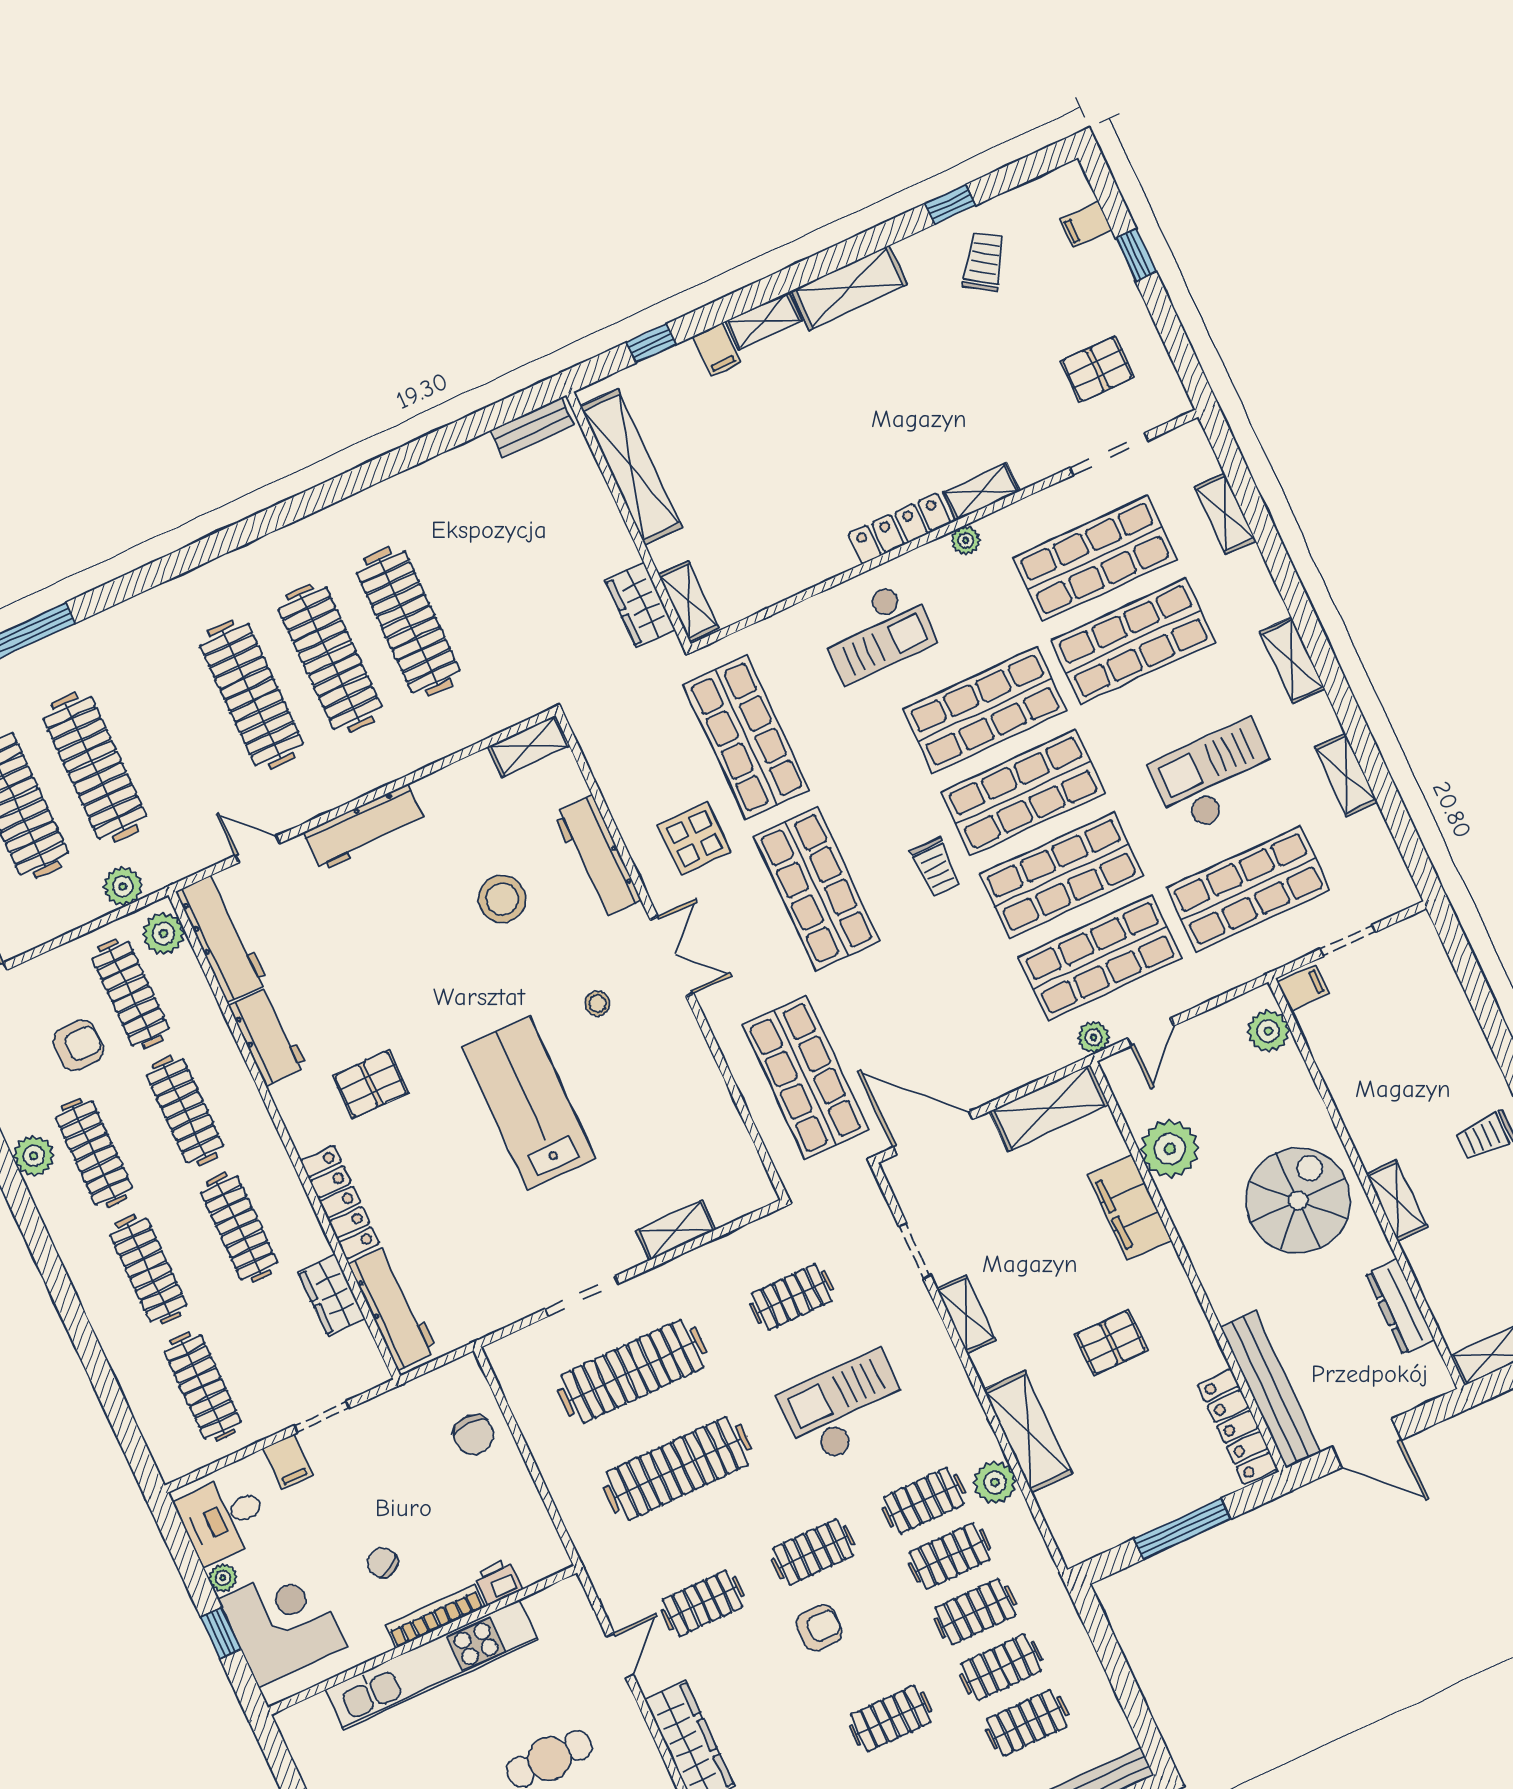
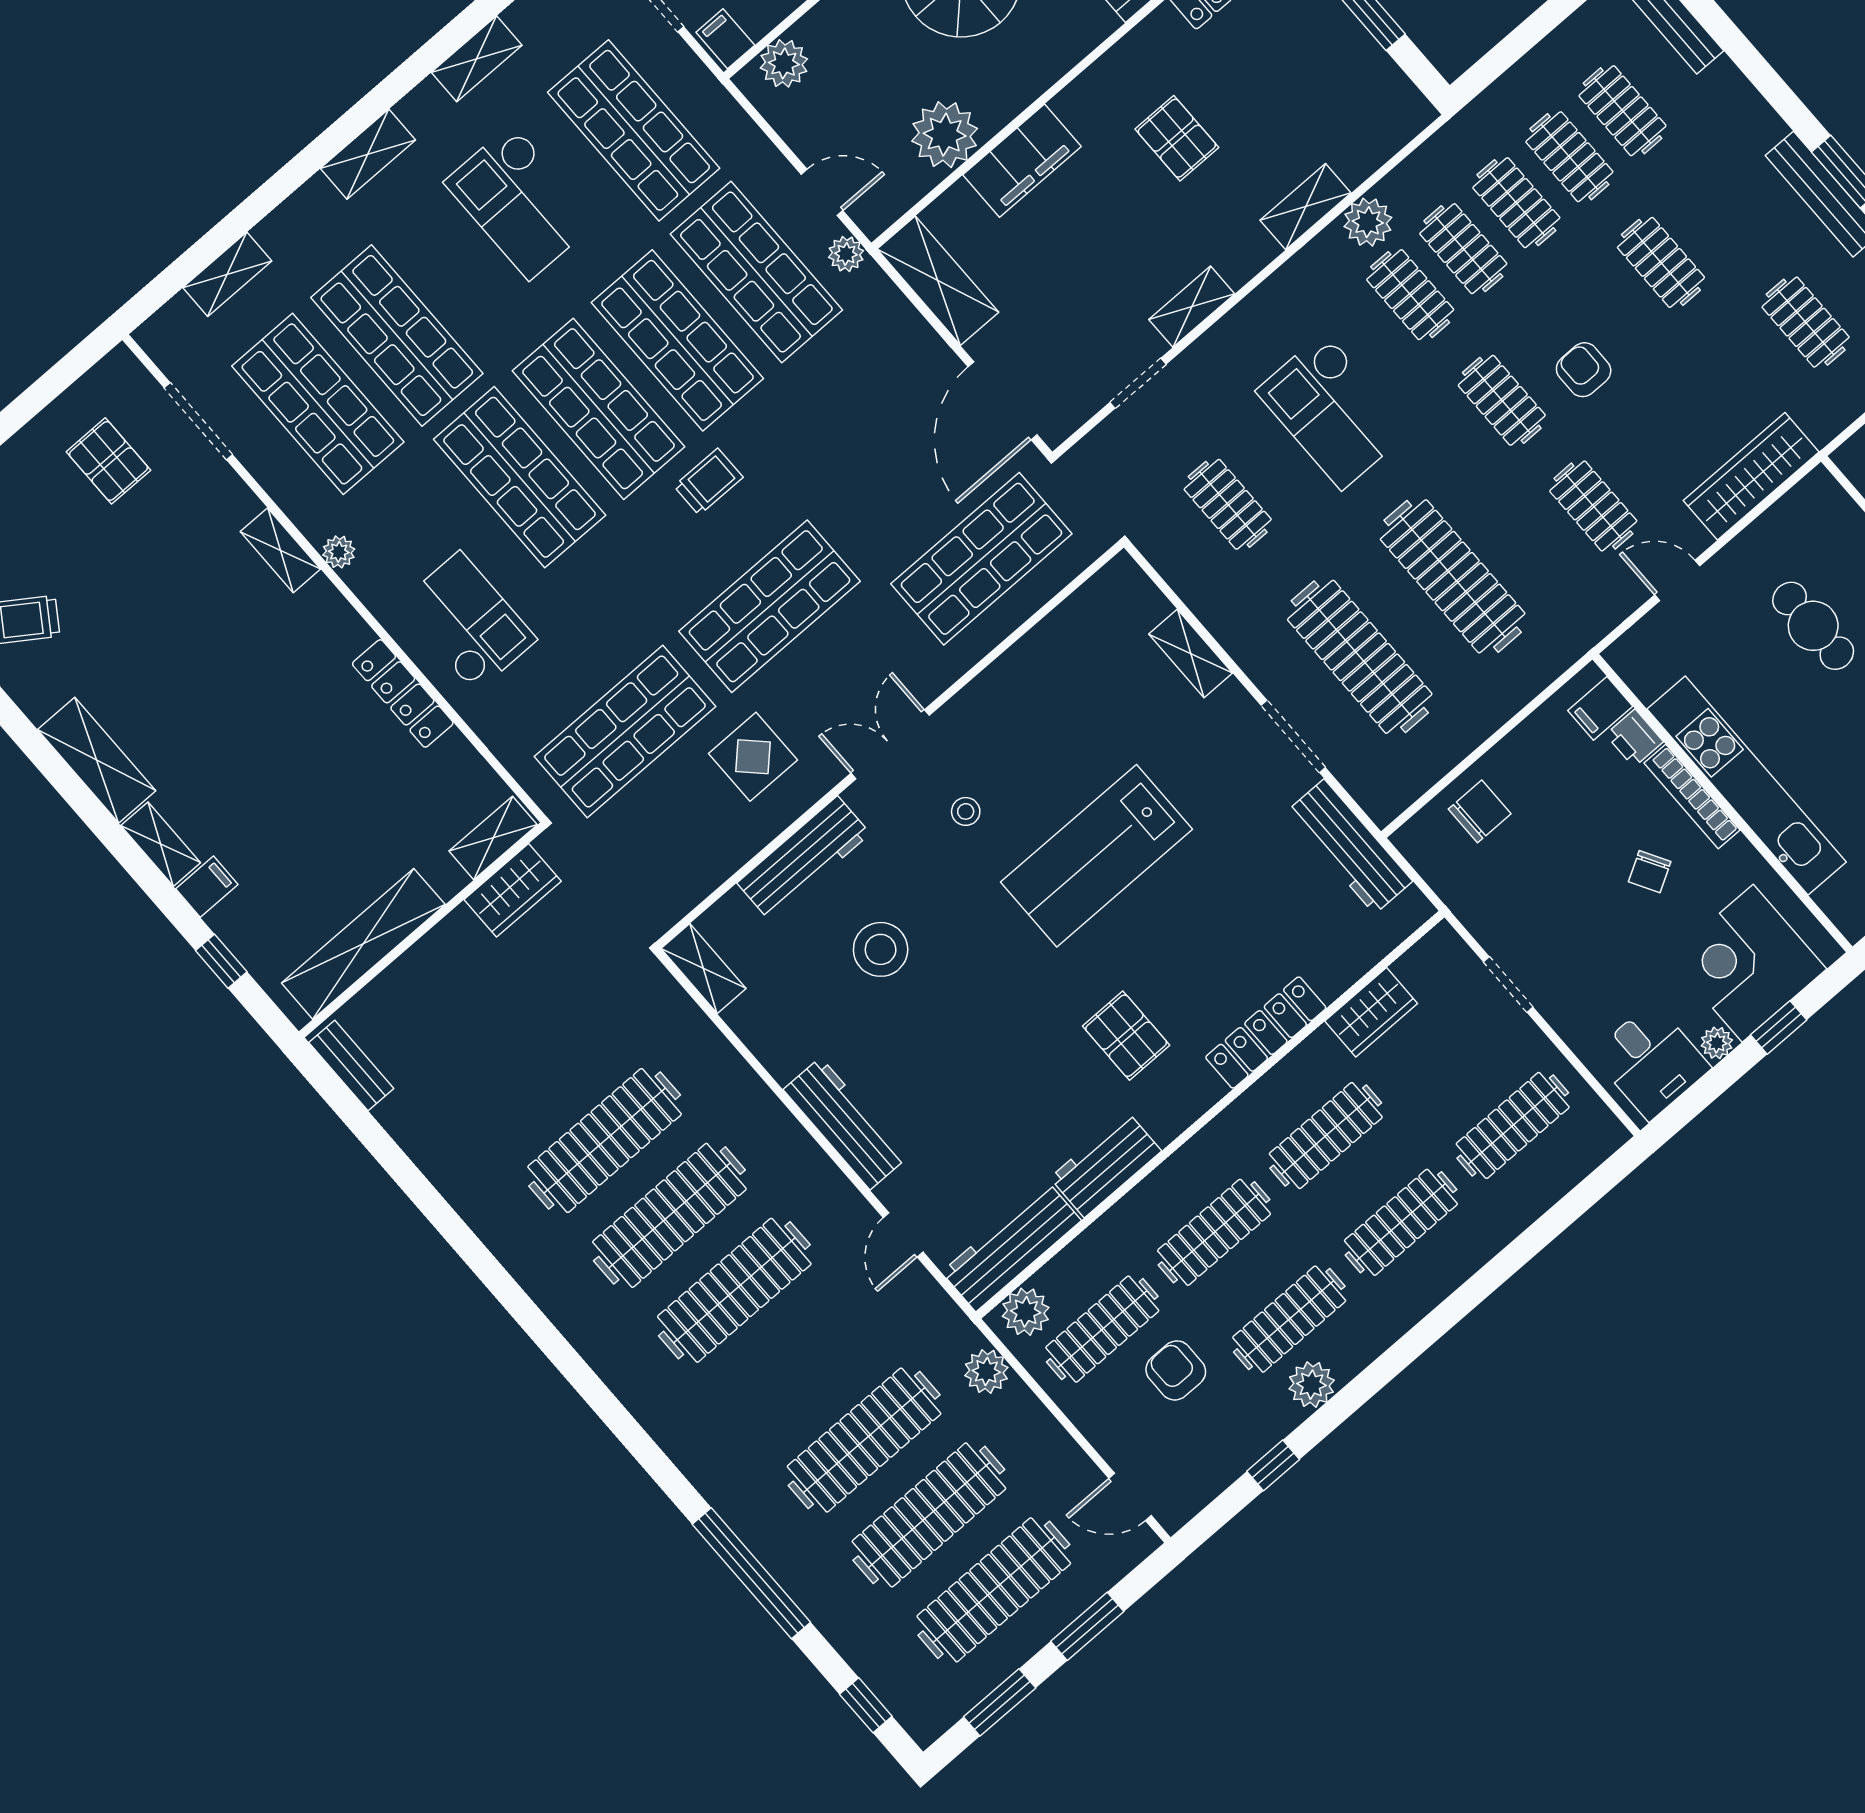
locker: (900, 529) -> (403, 693), moved
workbench: (393, 1308) -> (1349, 847), moved, turned -90
shelving: (1028, 1432) -> (1306, 207), width x0.67, depth x0.75
filing cabinet: (288, 1462) -> (1600, 708), moved, turned 180

